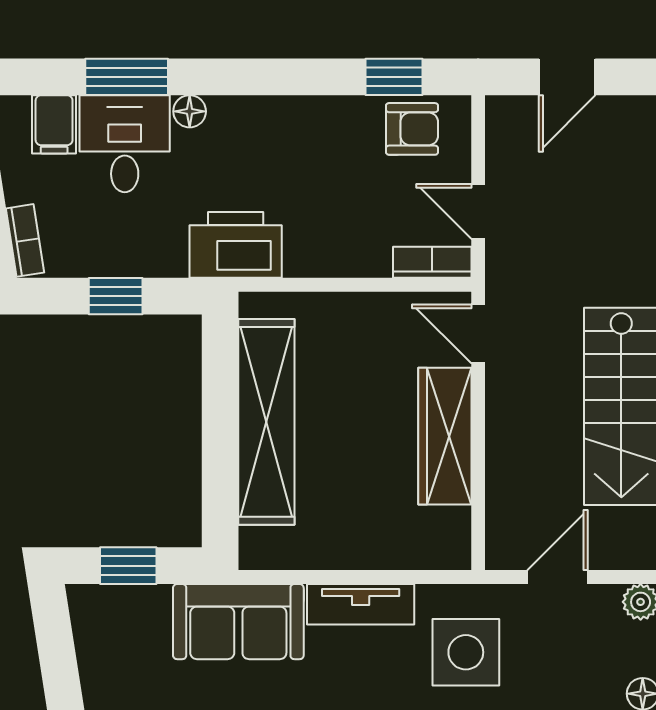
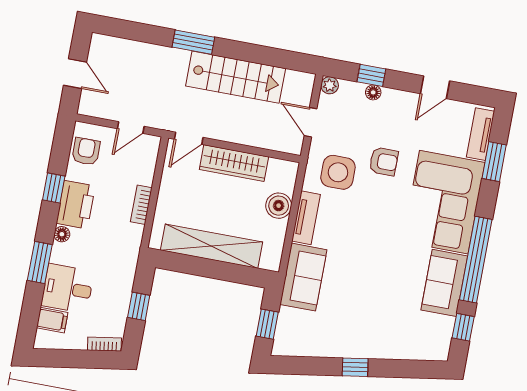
window: (127, 77) -> (40, 262), moved
window: (394, 77) -> (54, 188), moved
floor lamp: (190, 111) -> (62, 234), moved
printer: (236, 245) -> (76, 205), moved, turned 180
bookcase: (432, 262) -> (141, 205), moved
boiler: (375, 544) -> (279, 206), added

